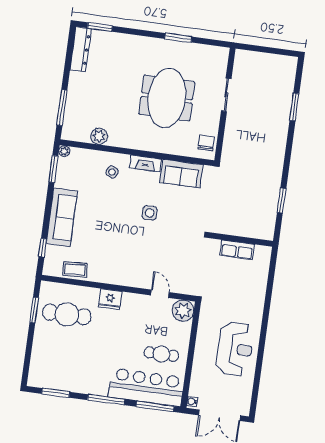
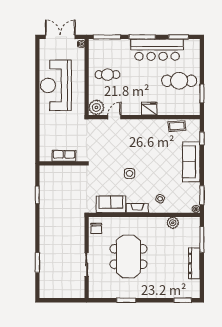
dresser: (81, 49) -> (194, 263), moved
door: (160, 294) -> (114, 117), swing flipped
cafe table: (67, 314) -> (179, 81), moved
reception desk: (235, 349) -> (56, 85), width x1.36, depth x1.30
bar counter: (146, 387) -> (157, 50), moved

